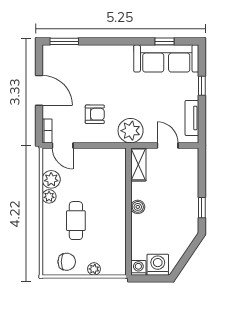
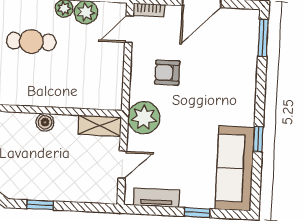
window: (165, 41) -> (258, 139), moved
armchair: (95, 114) -> (167, 73), turned 90

